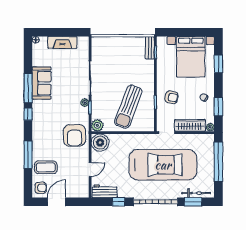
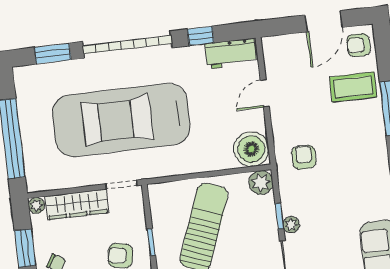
armchair: (74, 135) -> (304, 157), width x0.53, depth x0.53
bicycle: (196, 193) -> (49, 71), removed

